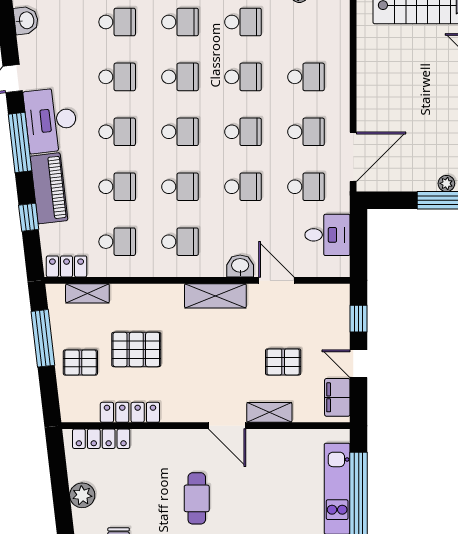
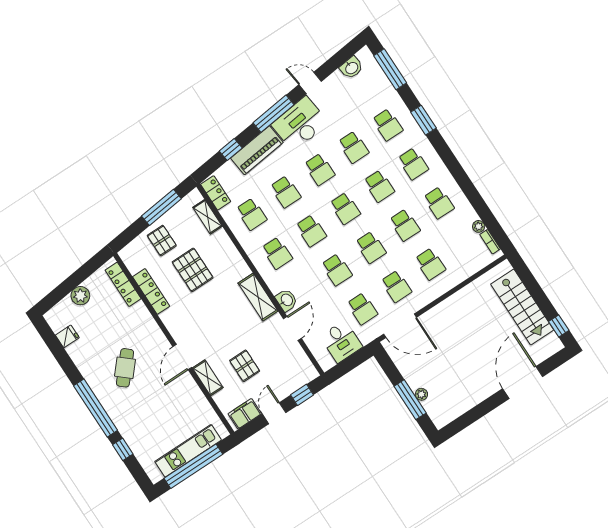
cafe table: (197, 498) -> (125, 368), turned -49

